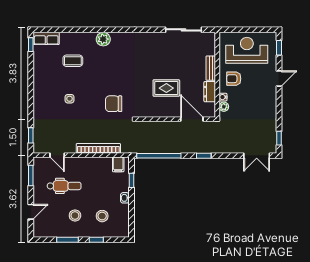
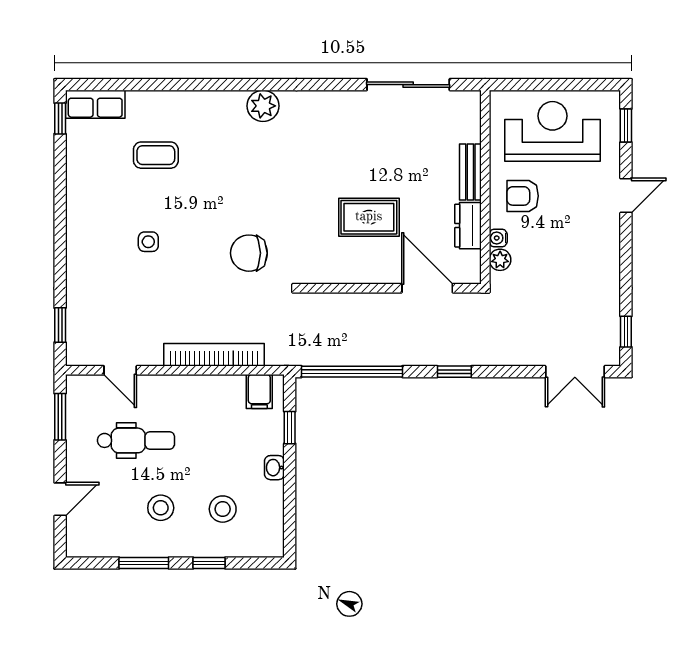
plant: (103, 39) -> (263, 106), moved

